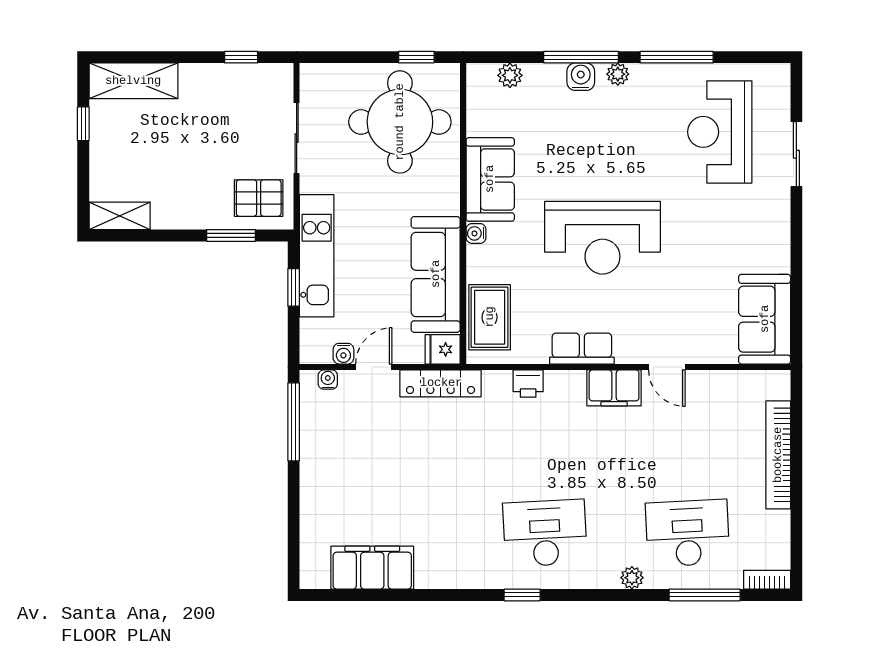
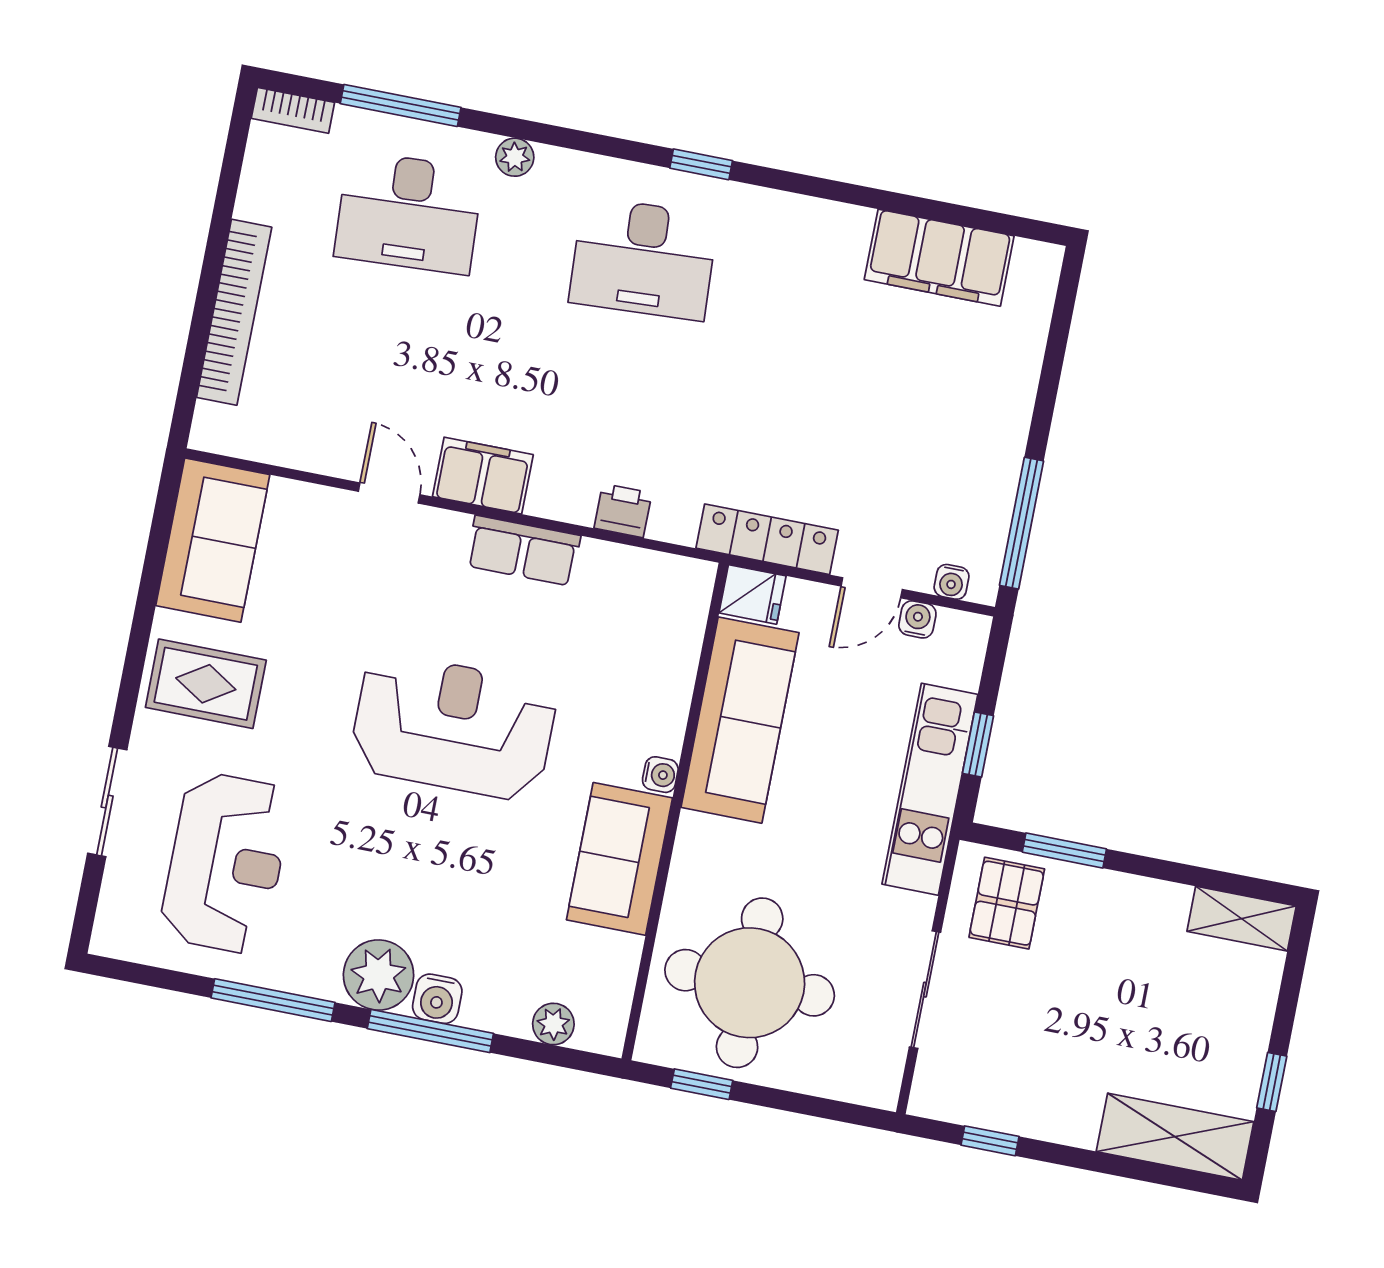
plant: (618, 74) -> (379, 975), width x1.87, depth x1.87
pallet: (259, 198) -> (1007, 903), turned 90
rug: (490, 317) -> (206, 684), moved, turned 90

